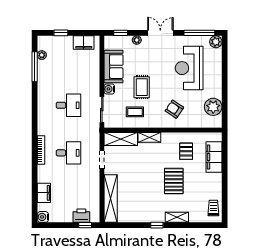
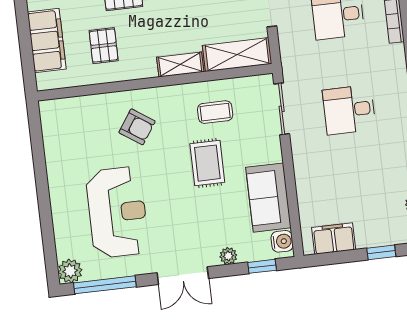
water cooler: (109, 89) -> (282, 241), moved
plant: (213, 107) -> (60, 141), removed

